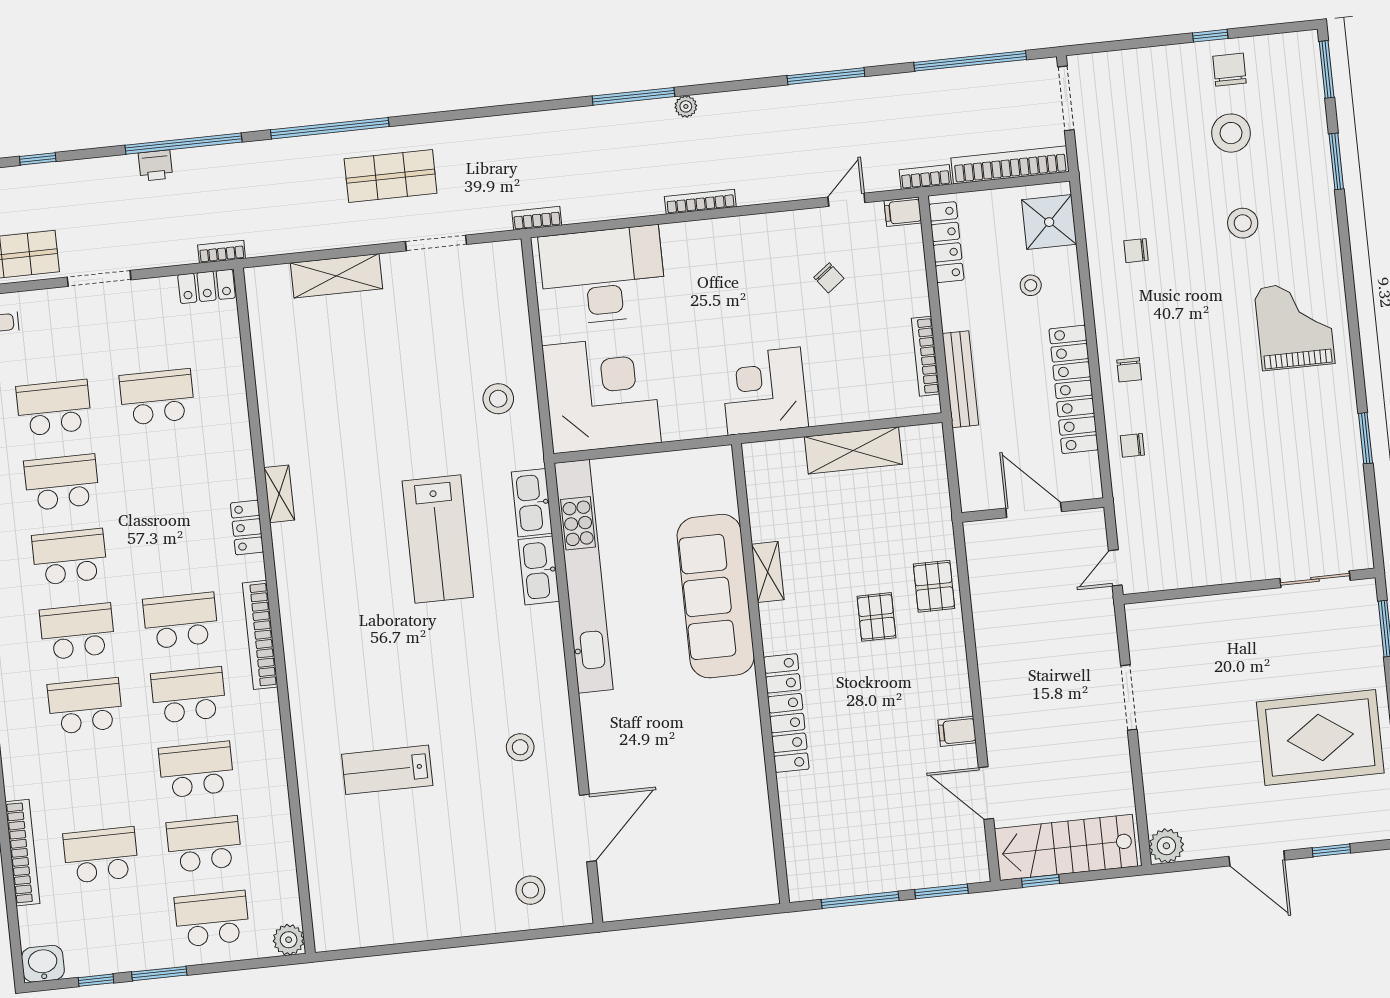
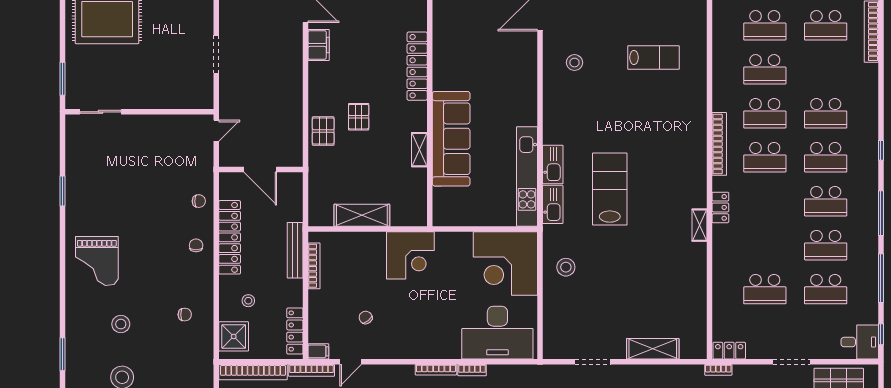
bookcase: (925, 177) -> (311, 370), width x1.56
bookcase: (537, 218) -> (472, 370), moved
kitchen unit: (584, 576) -> (527, 176), width x0.73
filing cabinet: (957, 731) -> (319, 45), width x2.00

